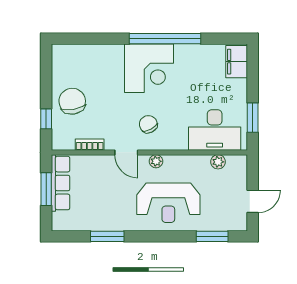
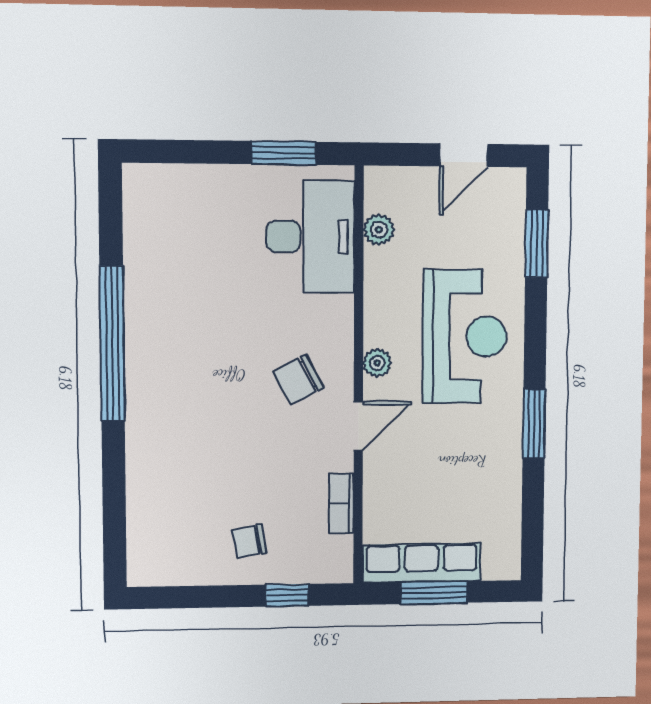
filing cabinet: (237, 62) -> (161, 187), removed
corner desk: (149, 68) -> (177, 378), removed
chair: (72, 101) -> (249, 541), width x0.54, depth x0.54
door: (253, 201) -> (464, 155), swing flipped
window: (107, 236) -> (534, 424), moved

